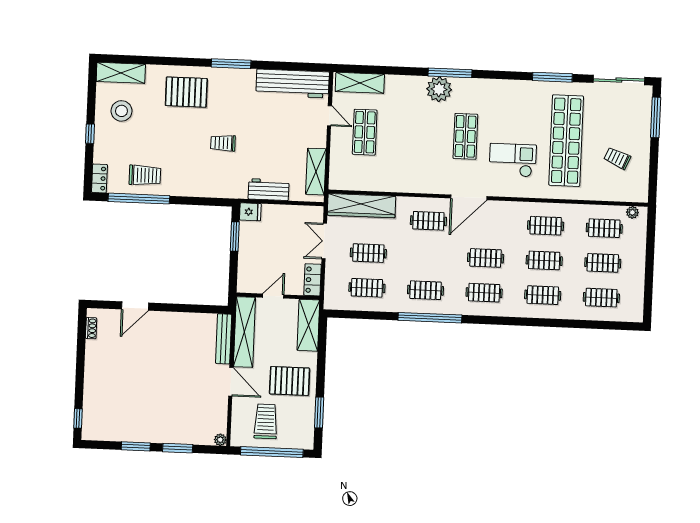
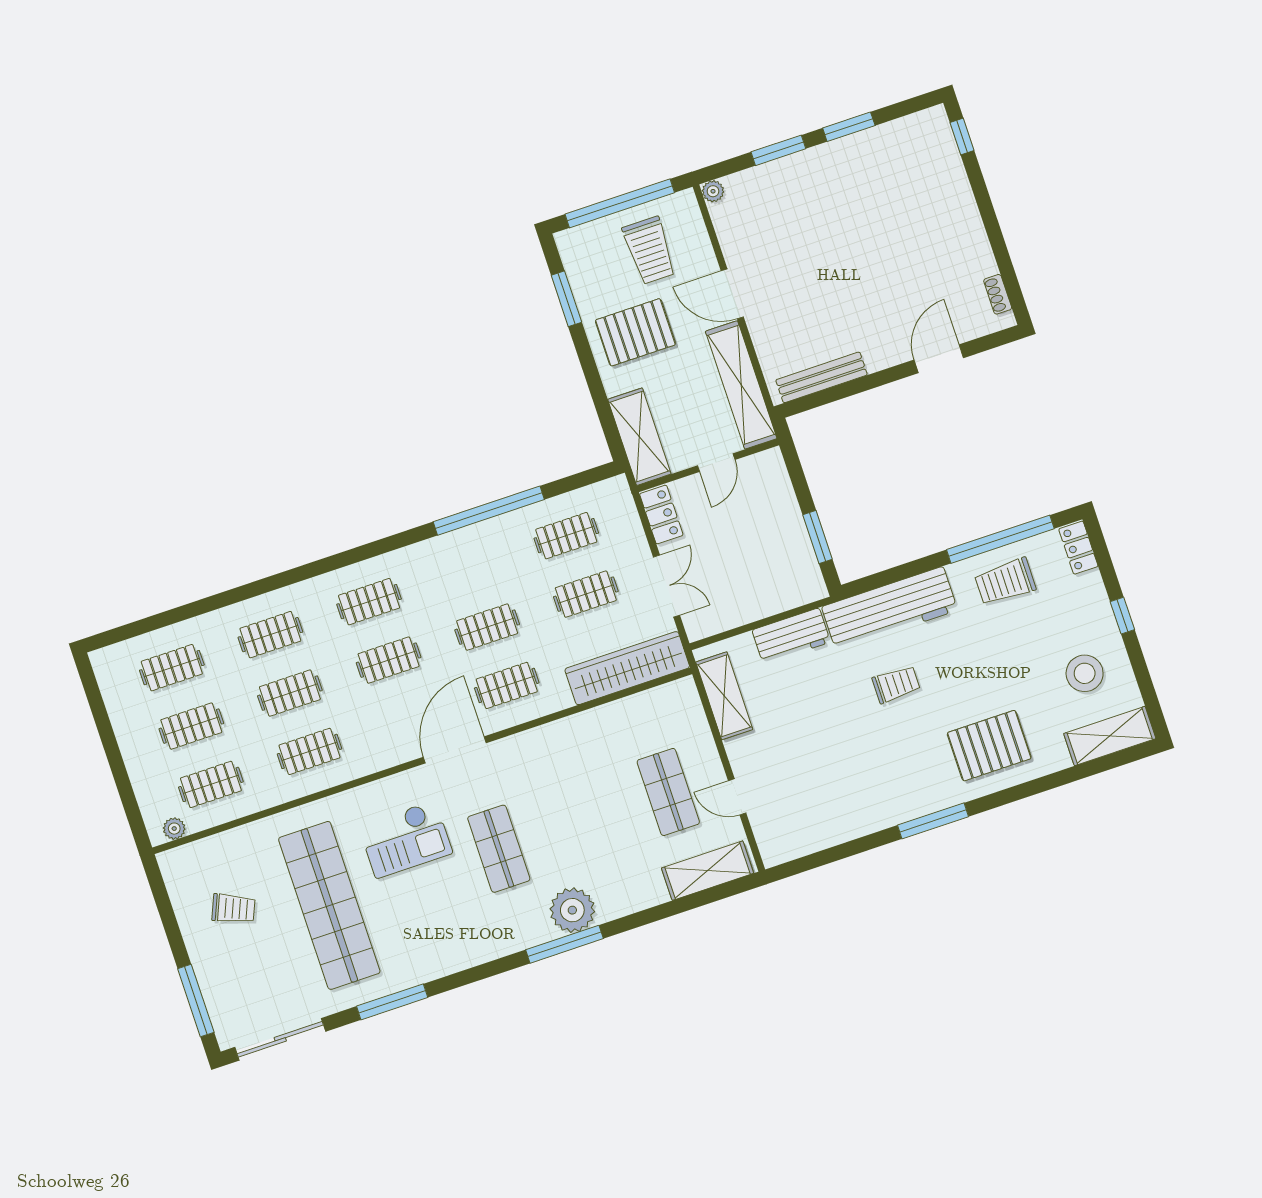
workbench: (293, 84) -> (890, 609), moved, turned 180
fridge: (250, 212) -> (807, 588), removed
clothes rail: (425, 290) -> (487, 627), moved
window: (430, 318) -> (489, 511), moved
bench: (224, 339) -> (822, 377), moved, turned 90

